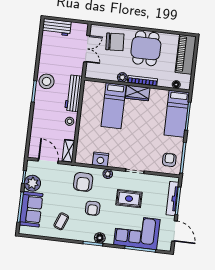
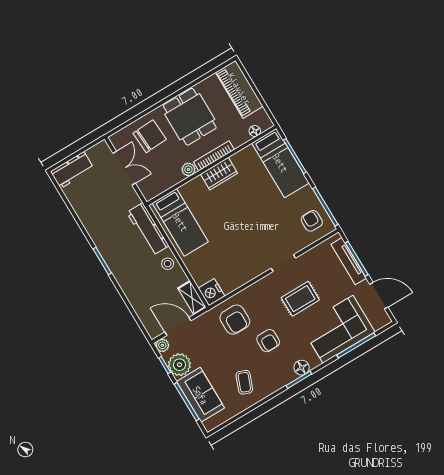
stool: (47, 81) -> (108, 239), removed
bed: (114, 106) -> (180, 222), moved
nightstand: (101, 159) -> (212, 292), moved, turned 90
plant: (108, 174) -> (162, 345), moved

